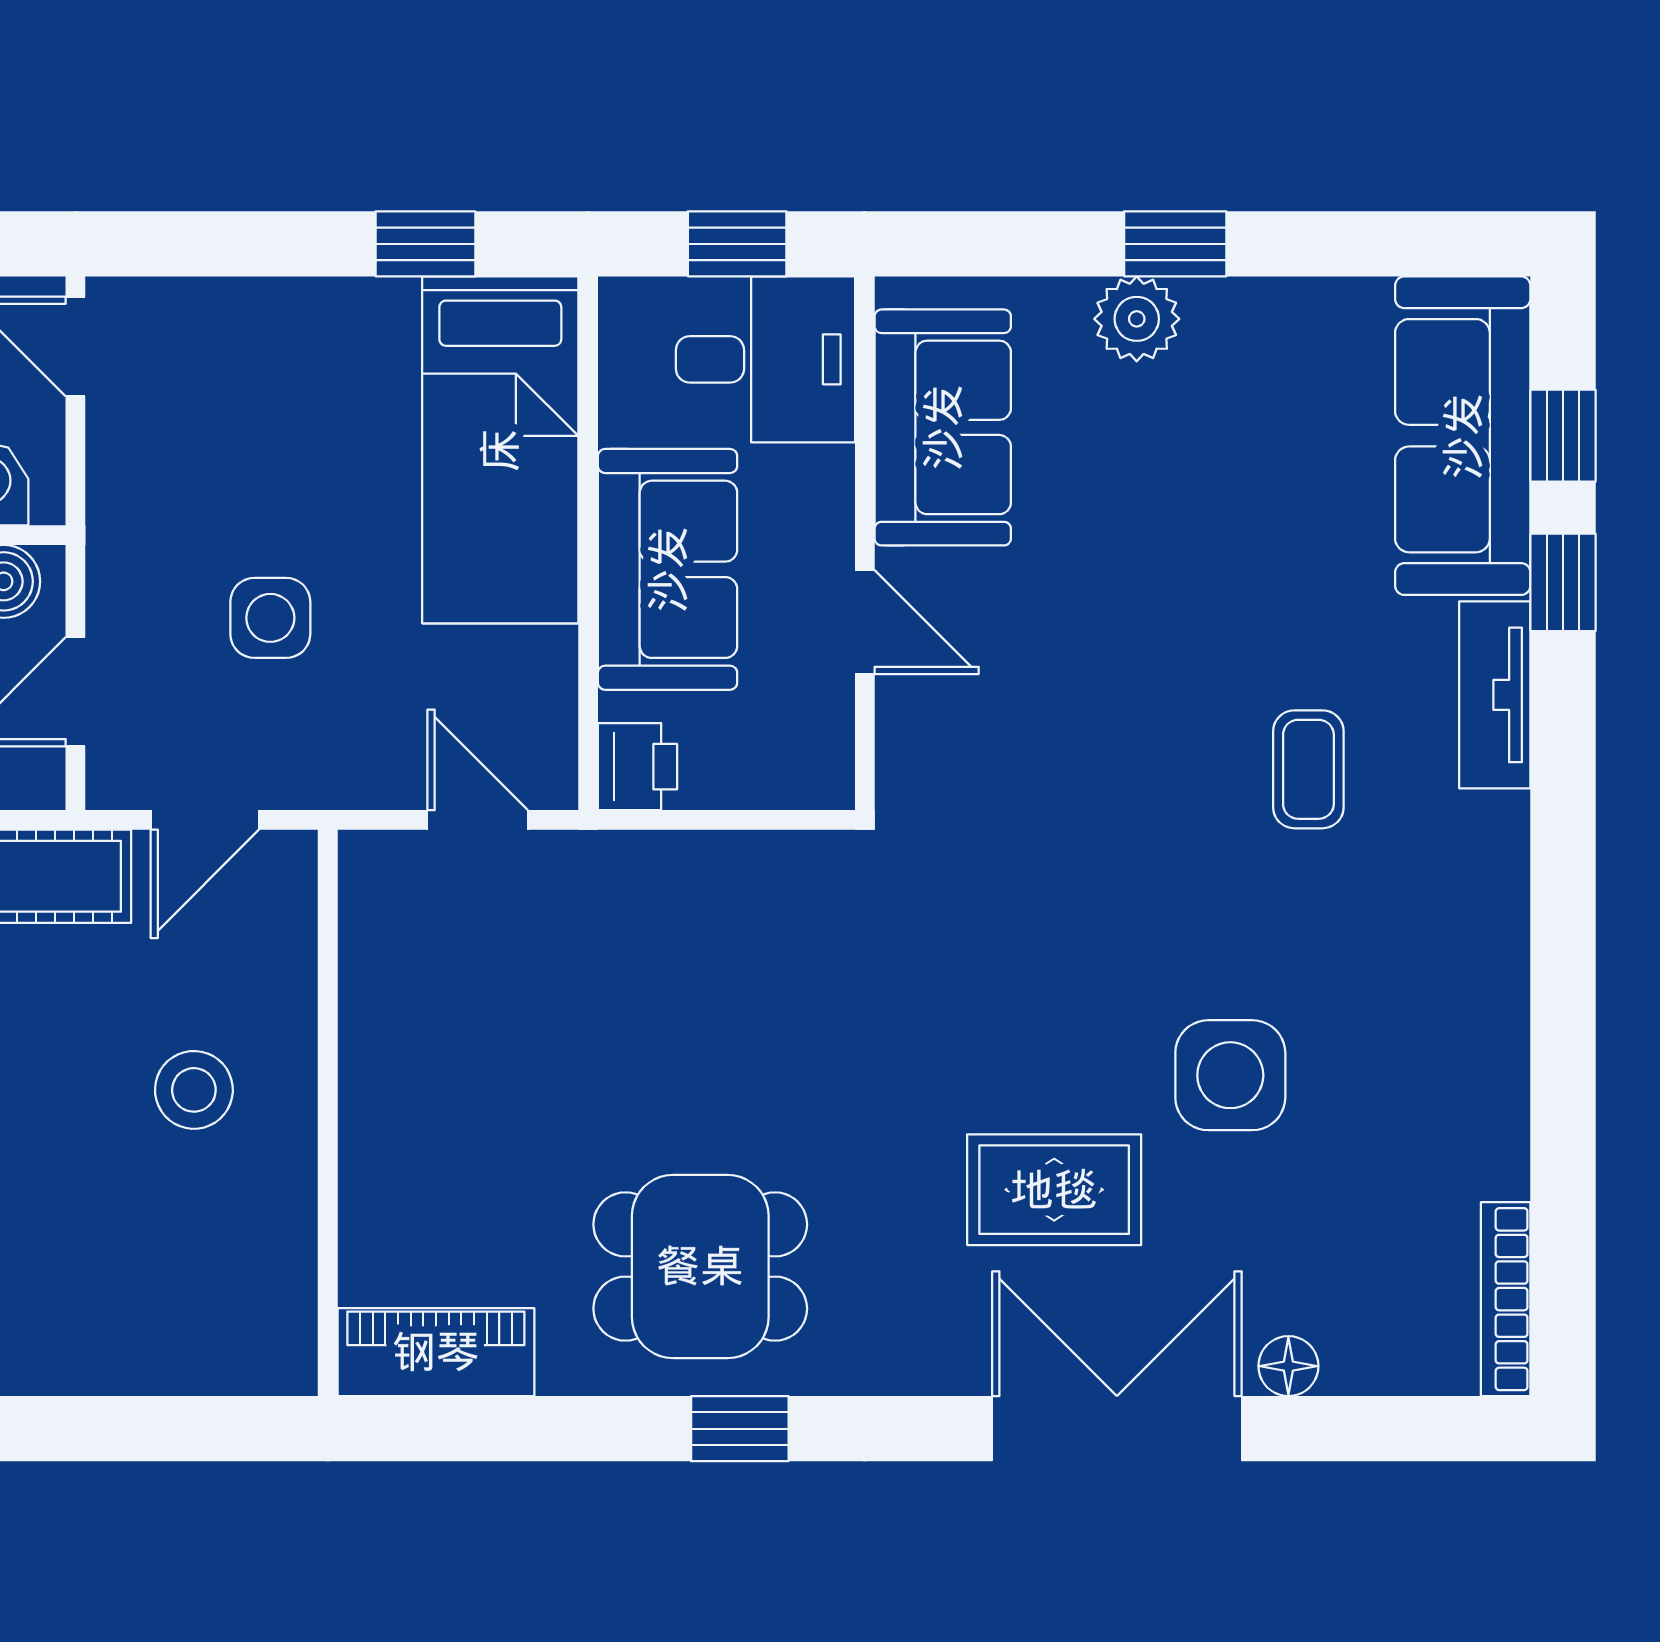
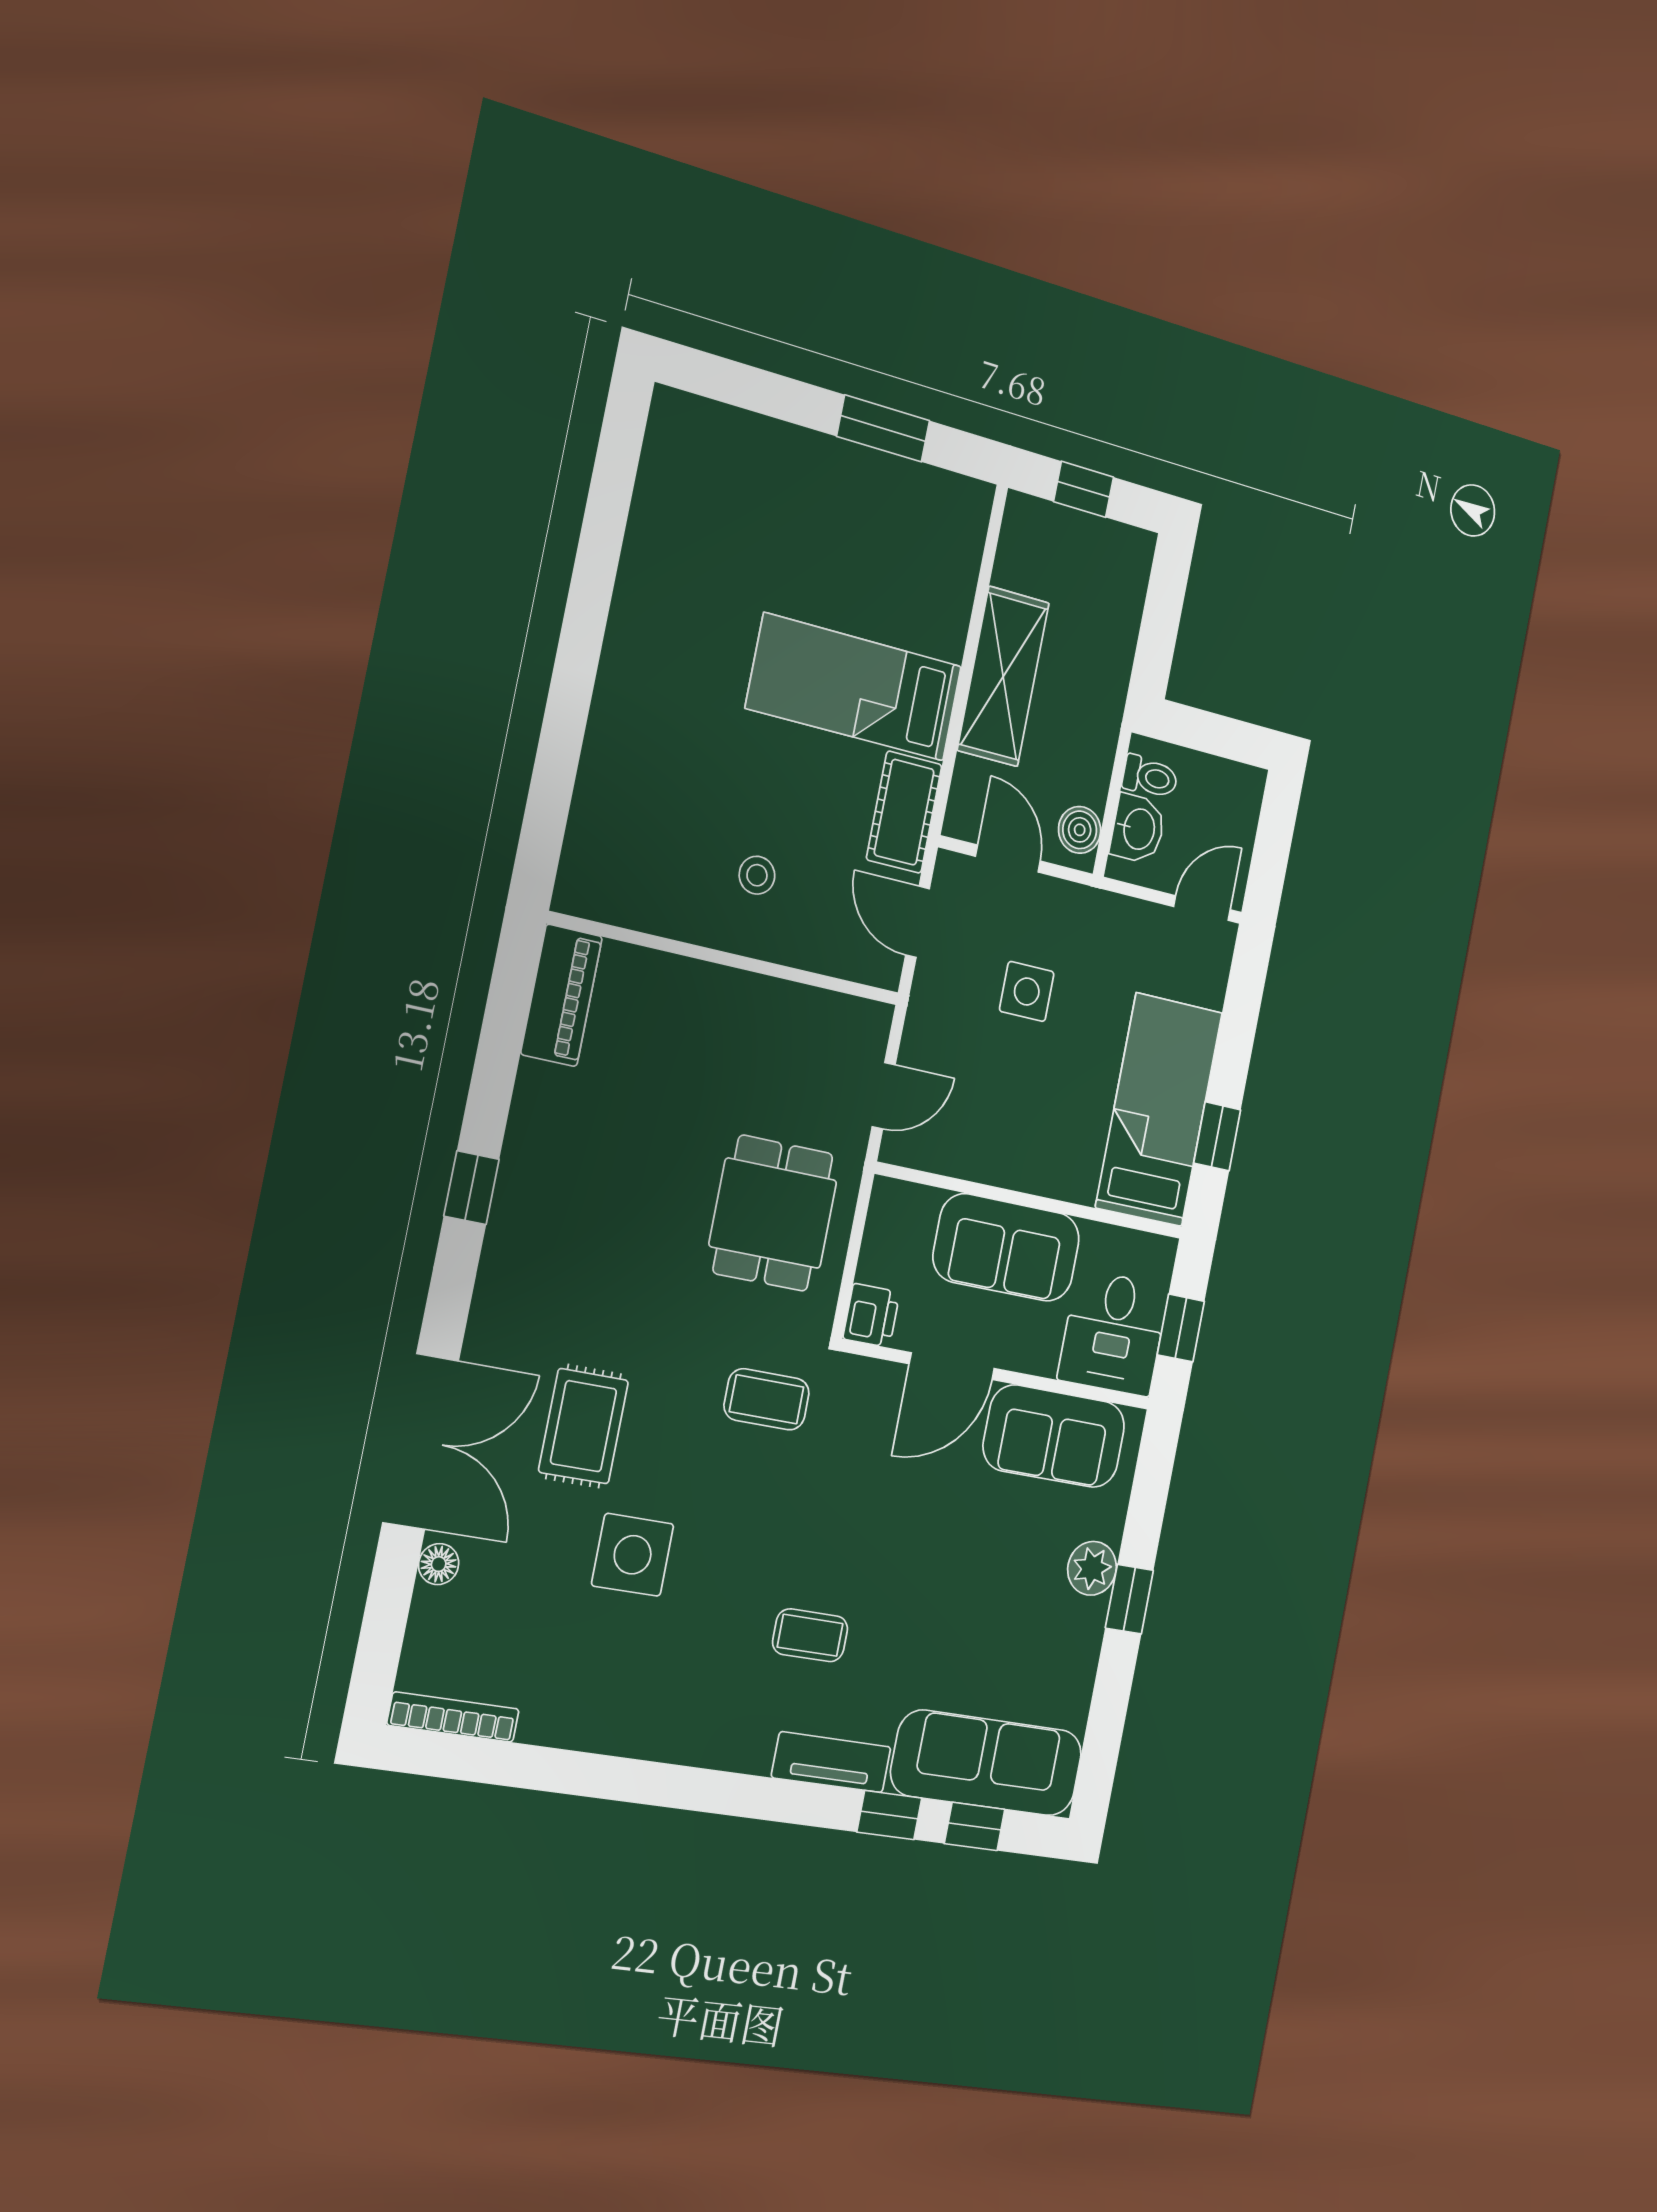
bed: (500, 450) -> (1159, 1110), moved, turned 90
door: (865, 622) -> (952, 1366), width x1.38
printer: (637, 767) -> (871, 1315), moved, turned -90
coffee table: (967, 913) -> (767, 1399), added
stool: (194, 1090) -> (757, 875), width x0.73, depth x0.73
dining table: (700, 1266) -> (773, 1213), moved

